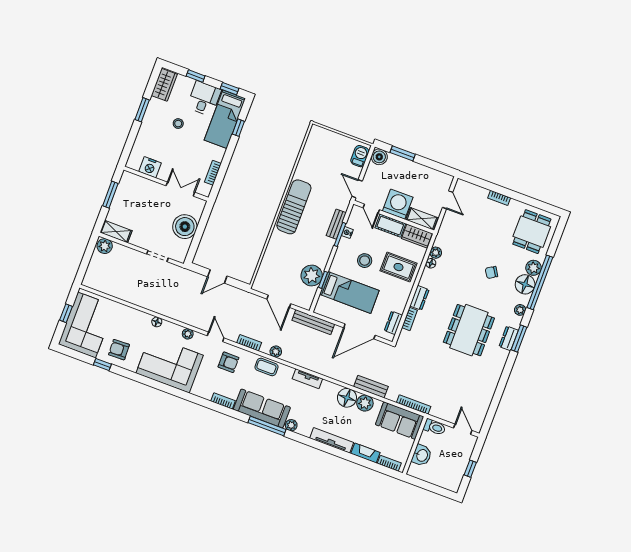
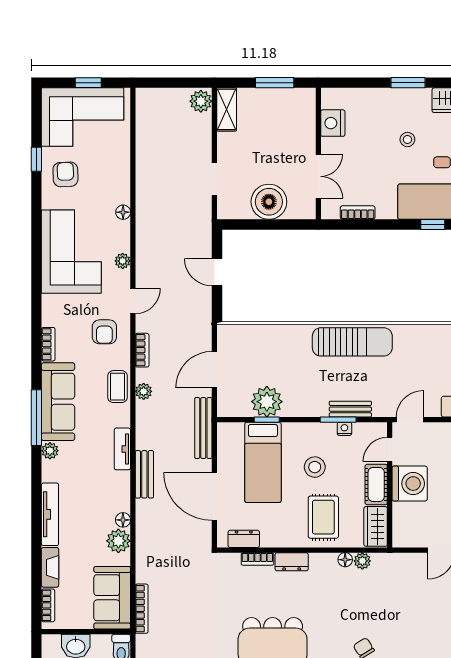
shelving: (422, 219) -> (402, 524), removed
bench: (371, 387) -> (144, 474), moved
floor lamp: (347, 398) -> (123, 520), width x0.53, depth x0.53

